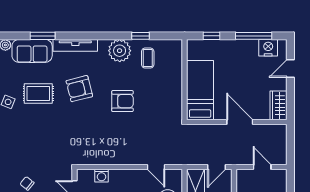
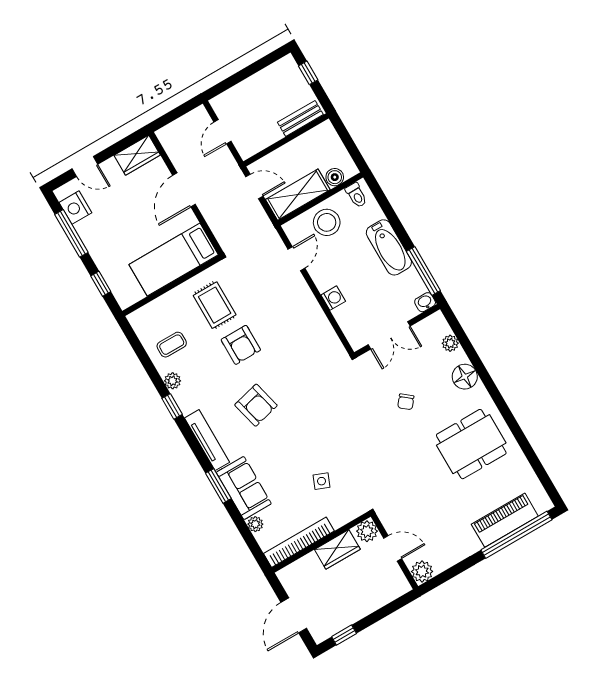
window: (140, 36) -> (172, 406), moved
plant: (120, 51) -> (173, 381), width x0.53, depth x0.53
rug: (38, 93) -> (215, 305), moved
armchair: (122, 101) -> (241, 345), turned 180
washing machine: (102, 176) -> (333, 298), moved

